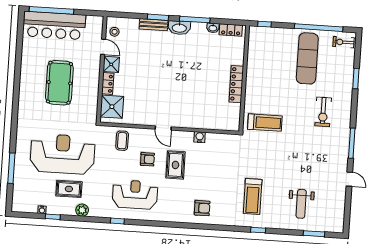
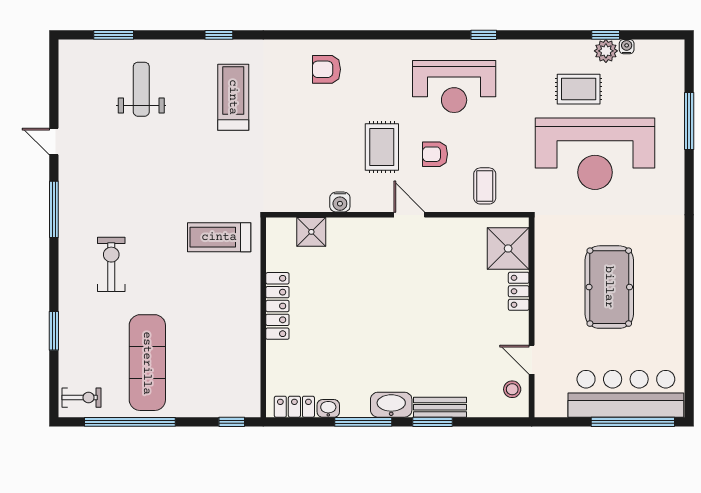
shower: (111, 64) -> (311, 232), moved
plant: (82, 210) -> (606, 51), moved

